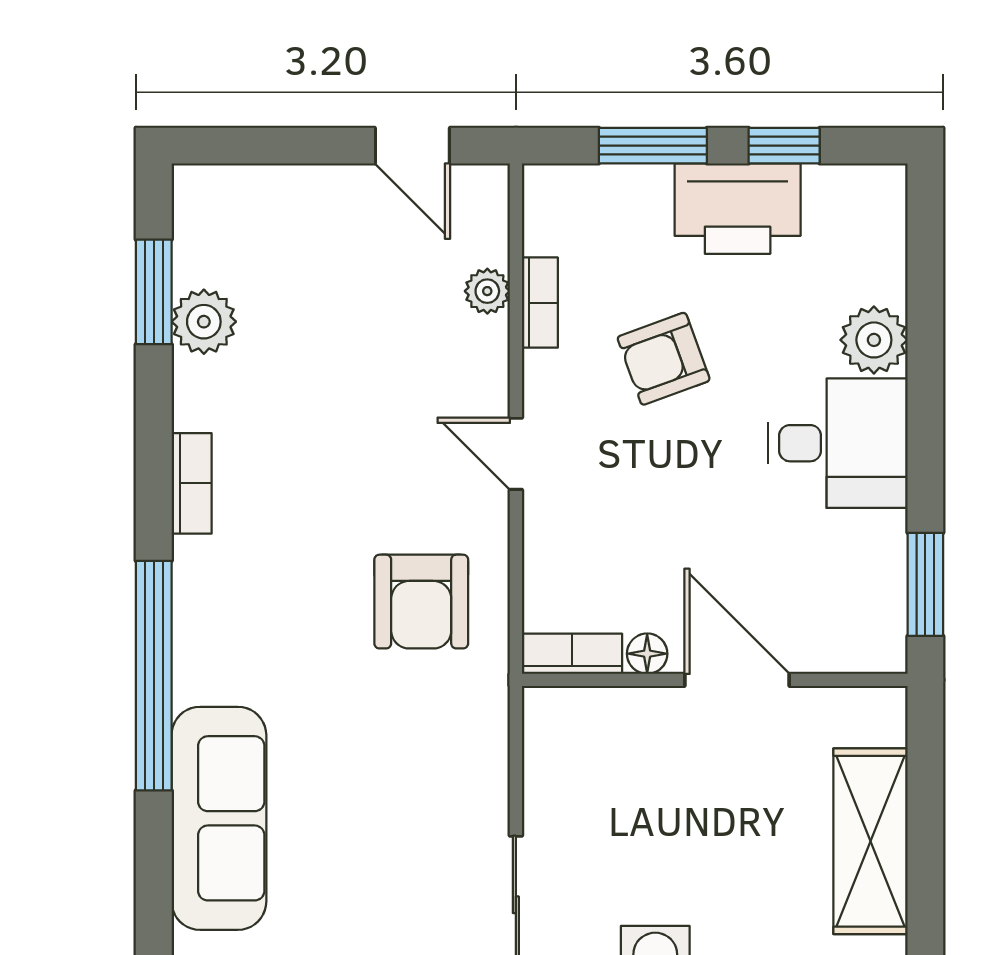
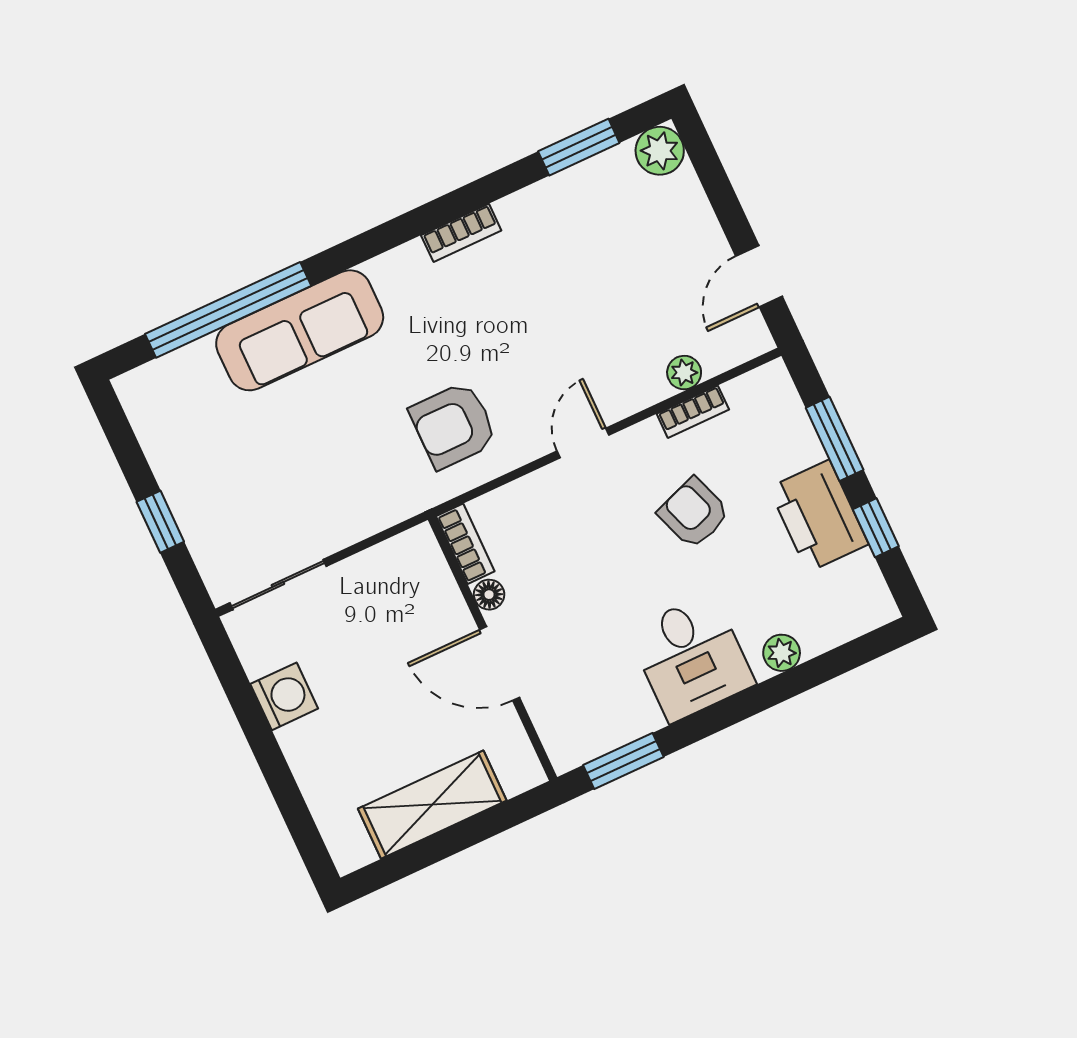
plant: (204, 322) -> (660, 151), moved
plant: (874, 340) -> (782, 653), width x0.73, depth x0.73
window: (154, 676) -> (228, 310), moved
door: (737, 680) -> (500, 664), swing flipped
sofa: (219, 818) -> (300, 330), moved

